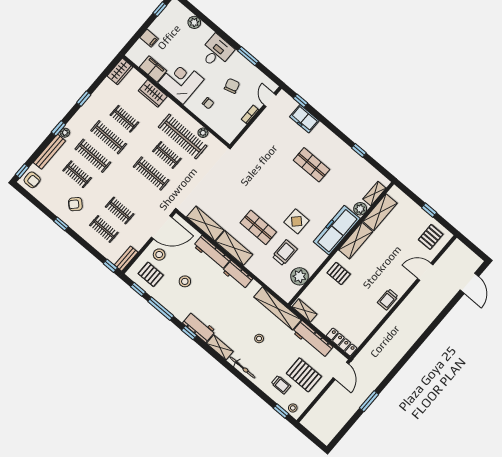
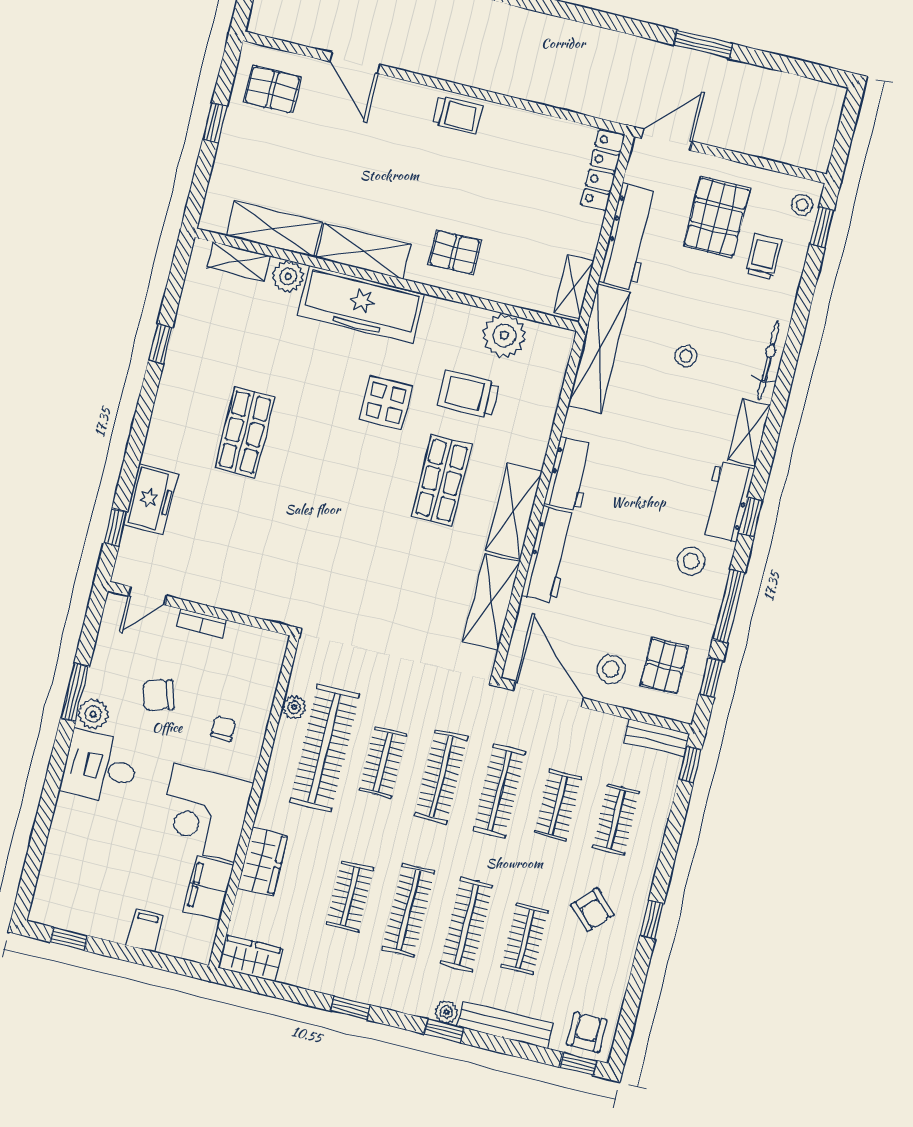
plant: (194, 22) -> (93, 714), moved
clothes rail: (135, 192) -> (499, 791), added
pallet: (339, 274) -> (455, 252), turned 90
stool: (185, 281) -> (691, 561), moved

